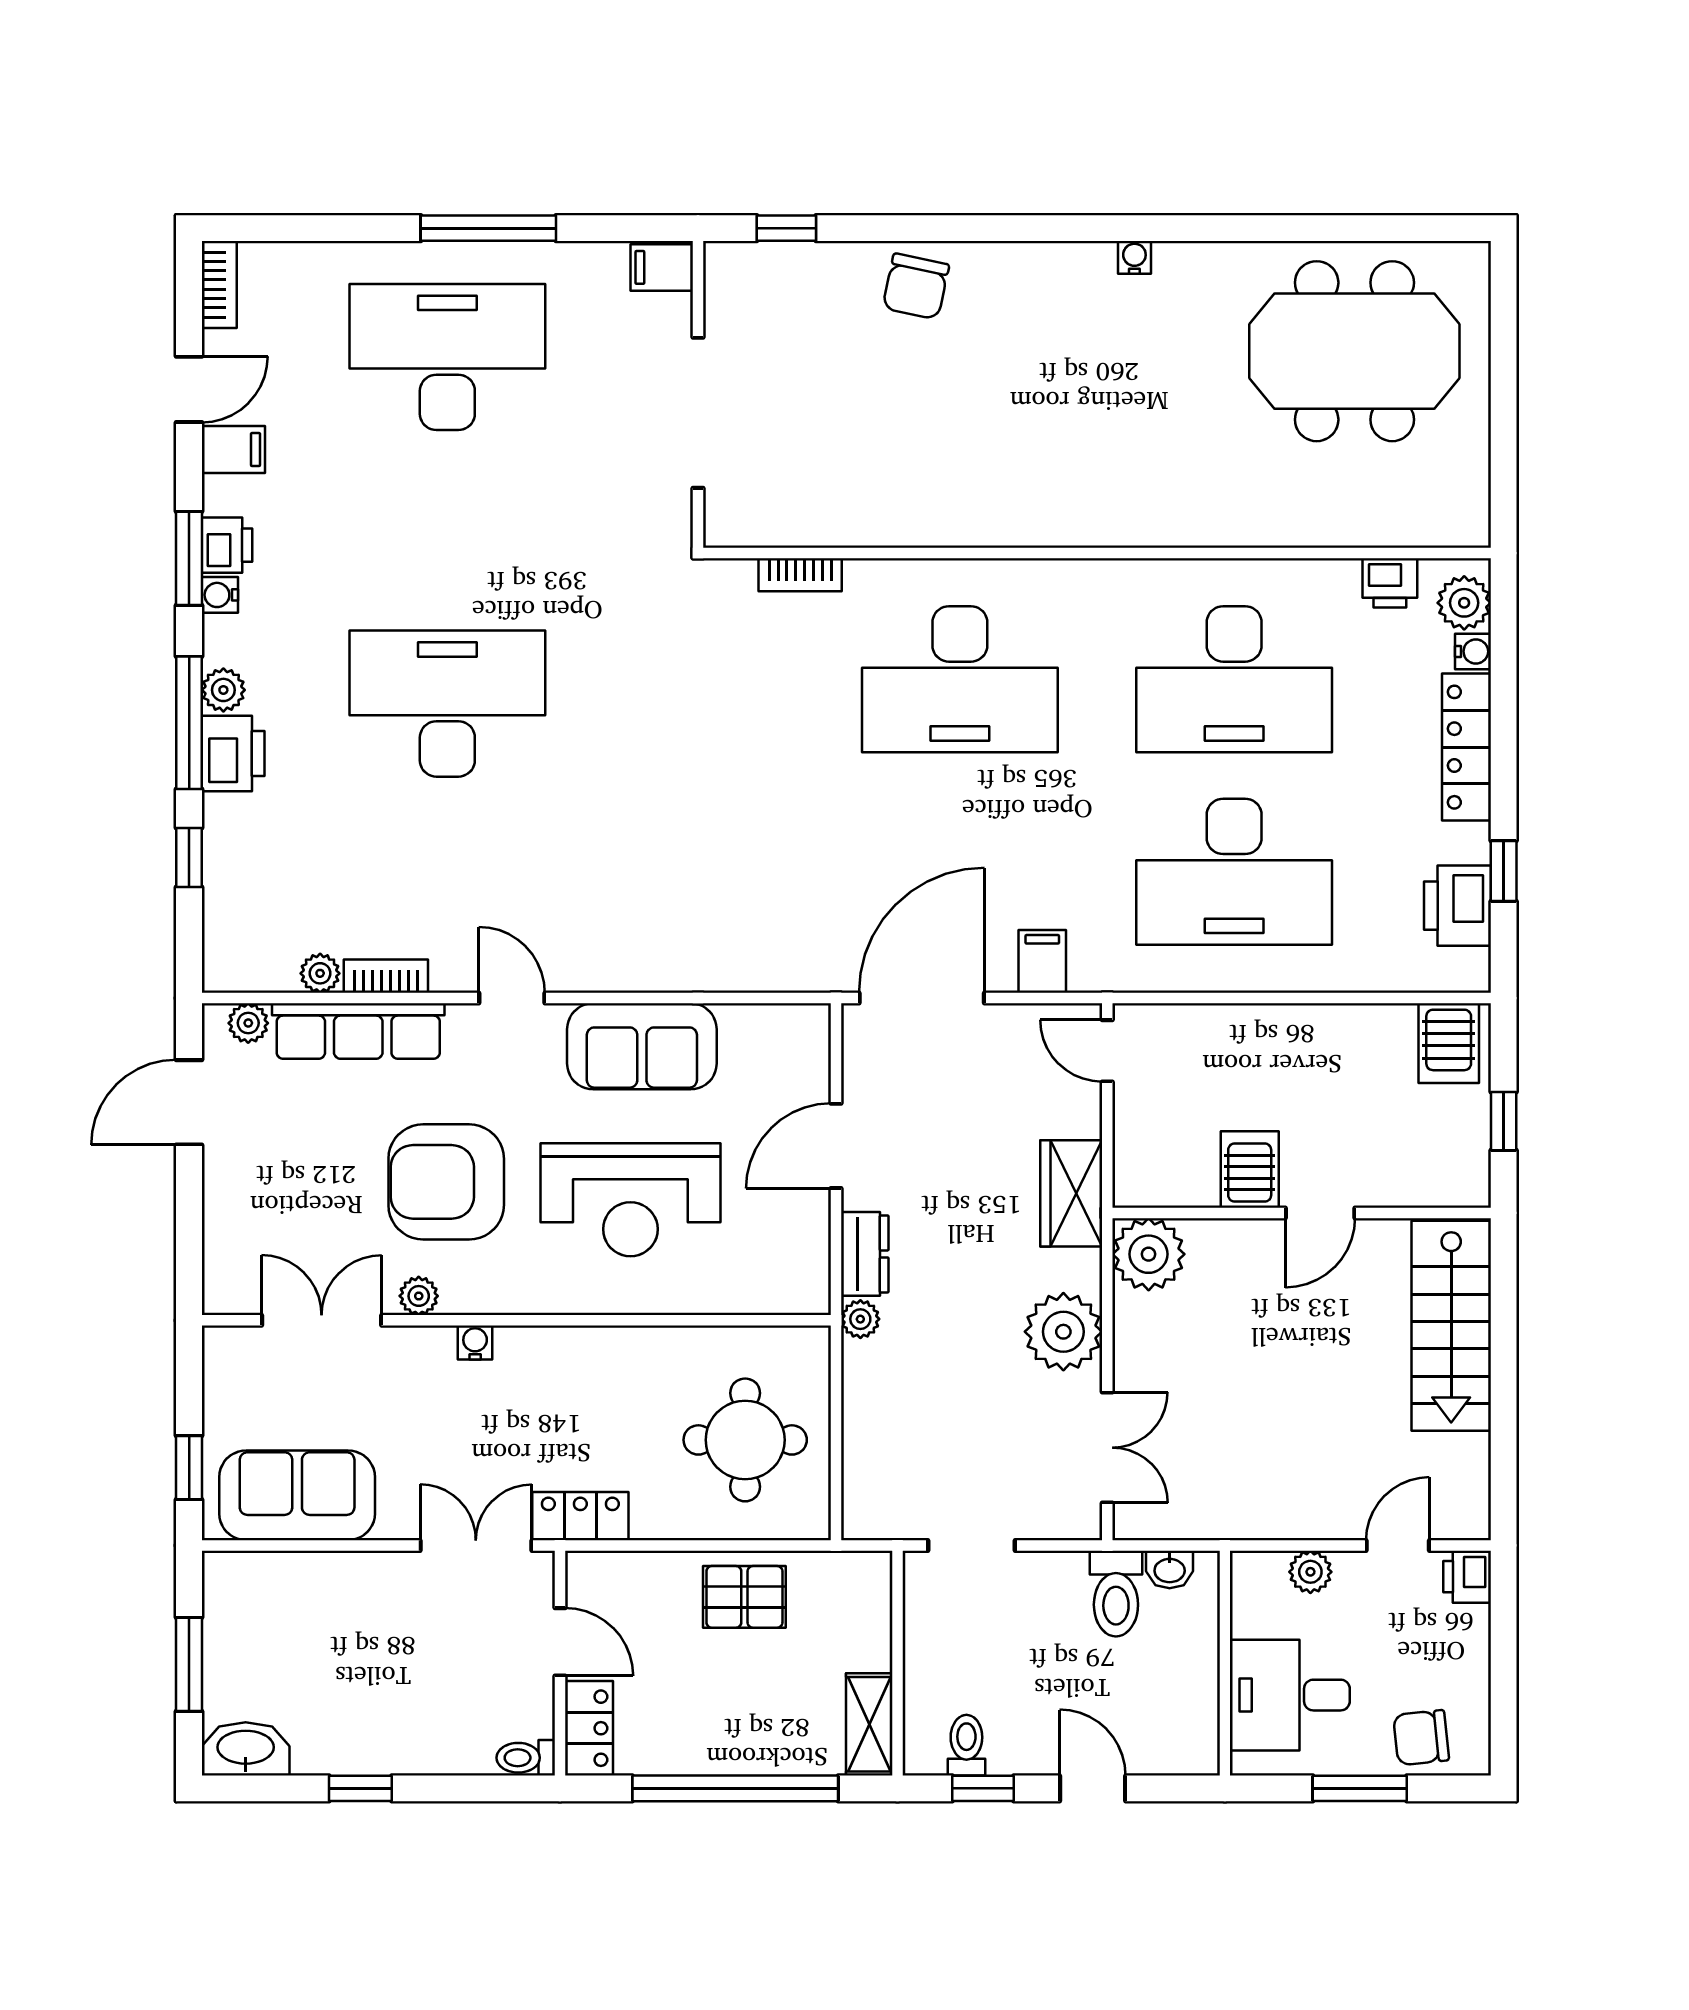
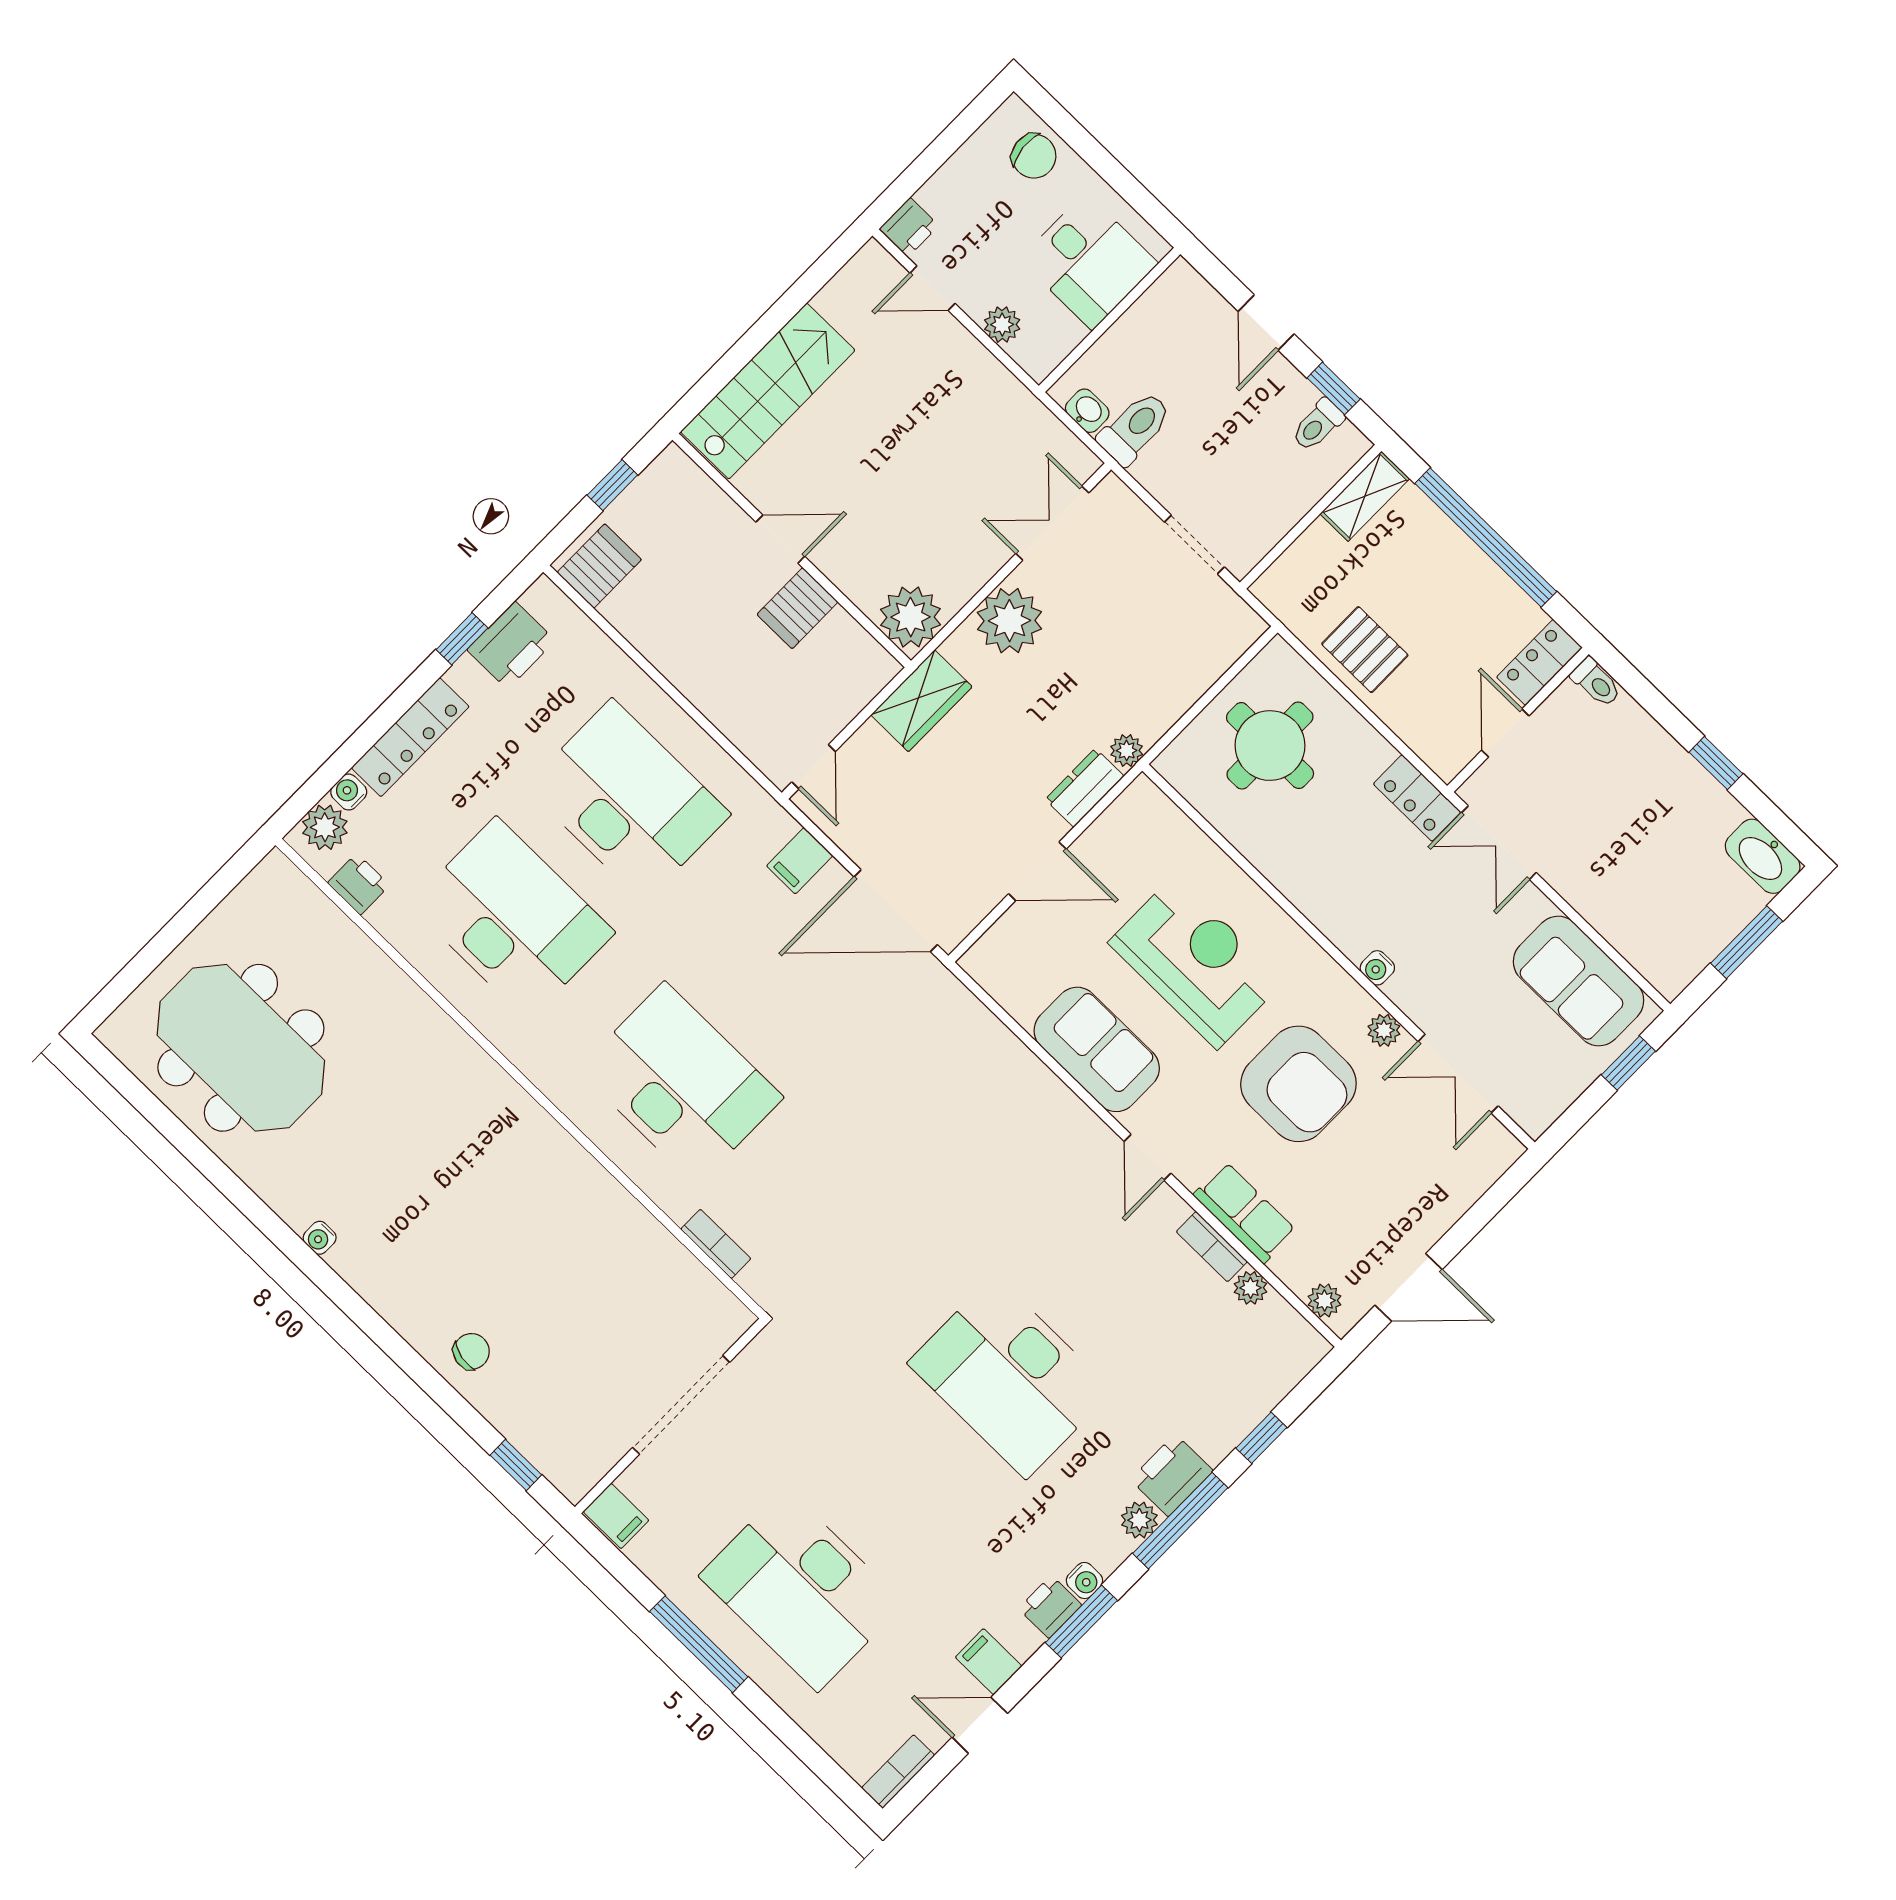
chair: (916, 286) -> (471, 1351), width x0.73, depth x0.73
row of seats: (358, 1031) -> (1245, 1213), width x0.68
window: (1360, 1788) -> (1102, 162), removed

